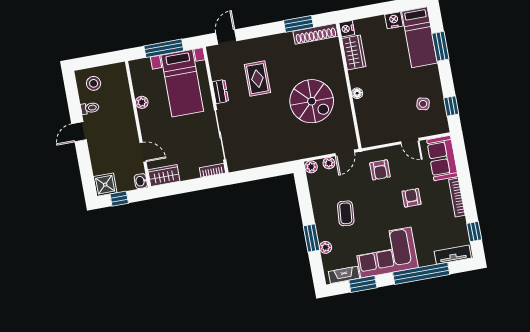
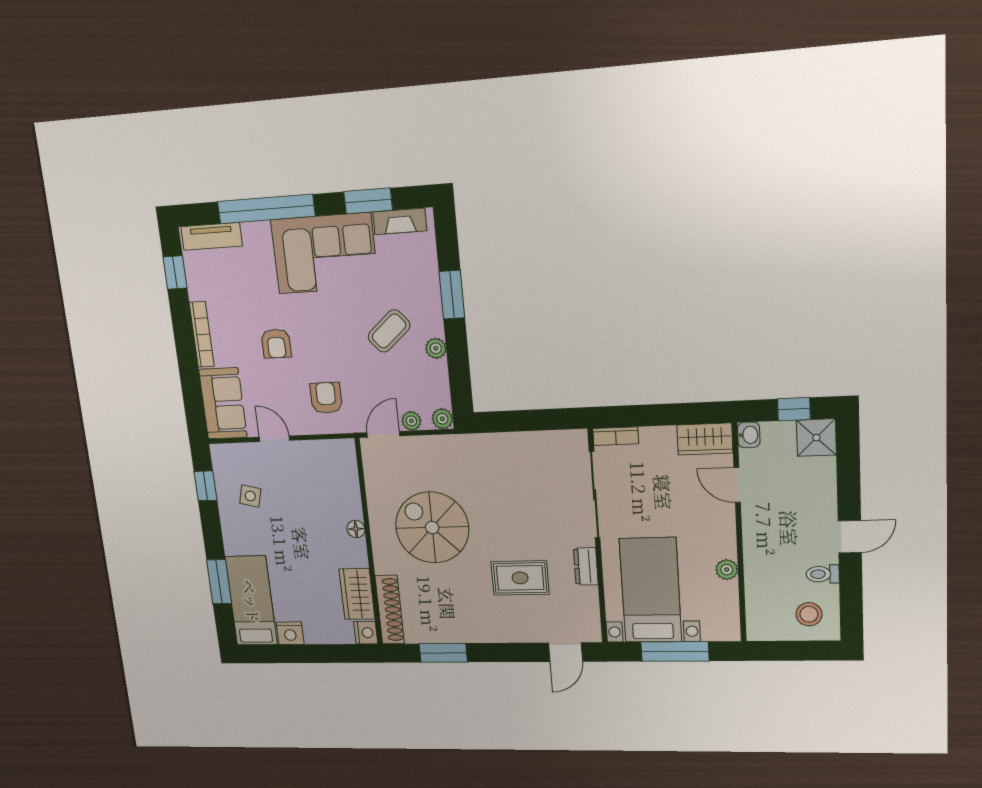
shoe rack: (316, 34) -> (390, 610), moved, turned 90
rug: (257, 79) -> (520, 578), turned 90
coffee table: (346, 213) -> (389, 331), turned 44
plant: (326, 247) -> (436, 348), moved

